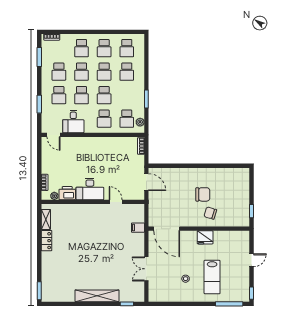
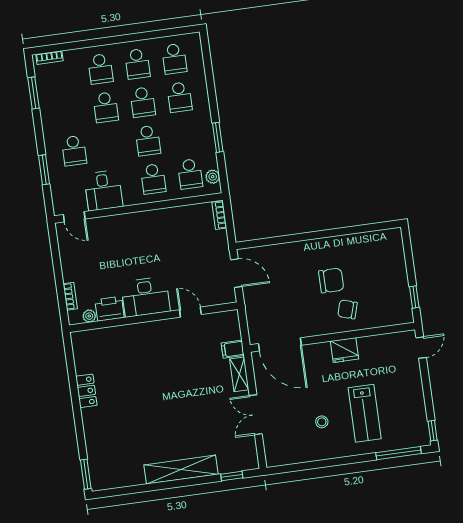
school desk: (59, 72) -> (69, 112), removed
school desk: (81, 95) -> (111, 146), removed
shelving: (46, 219) -> (239, 374), moved
door: (251, 260) -> (421, 348), moved

